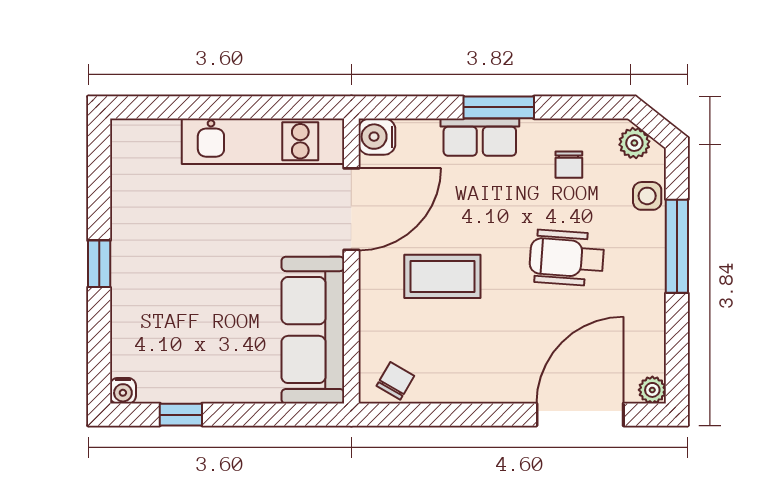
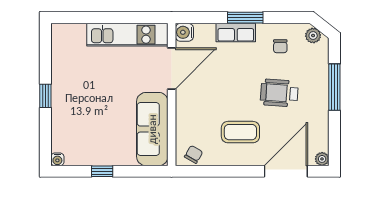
side table: (647, 196) -> (319, 62), removed
coffee table: (442, 276) -> (240, 132), moved
window: (181, 415) -> (102, 171), moved

